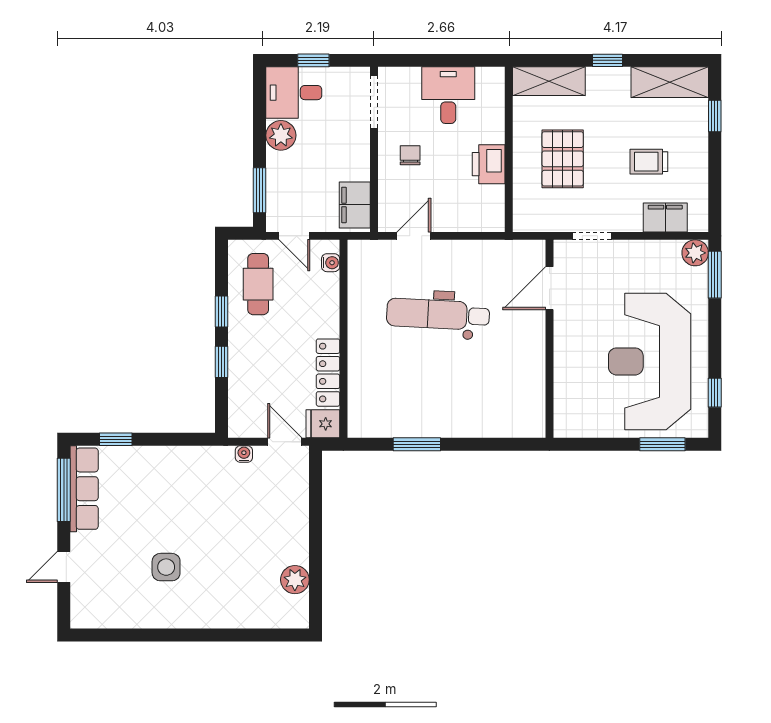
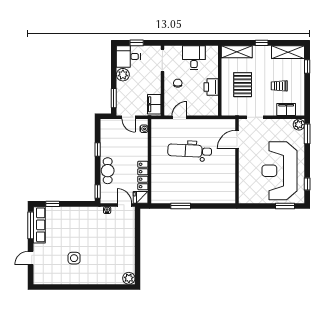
cafe table: (258, 284) -> (108, 171), moved
window: (221, 362) -> (98, 192), moved
plant: (295, 580) -> (129, 278), moved

